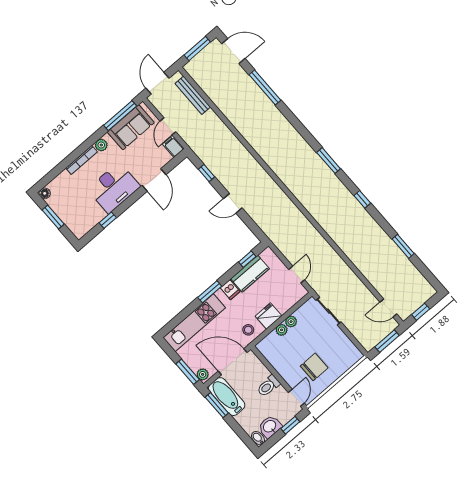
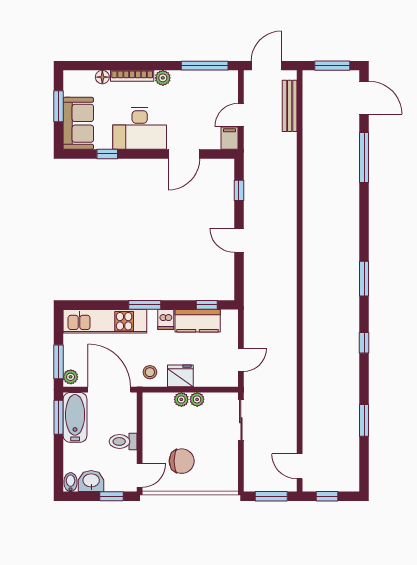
sofa: (131, 127) -> (78, 123), moved, turned -90
floor lamp: (45, 193) -> (102, 77), moved

